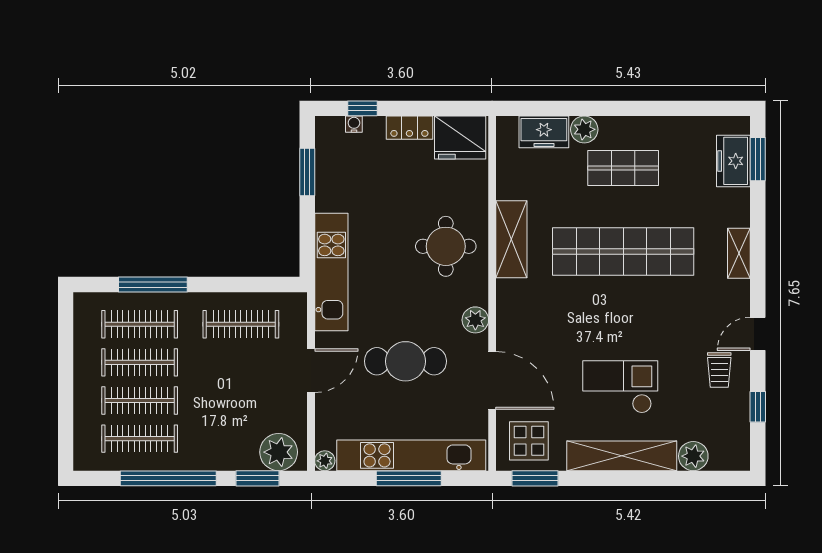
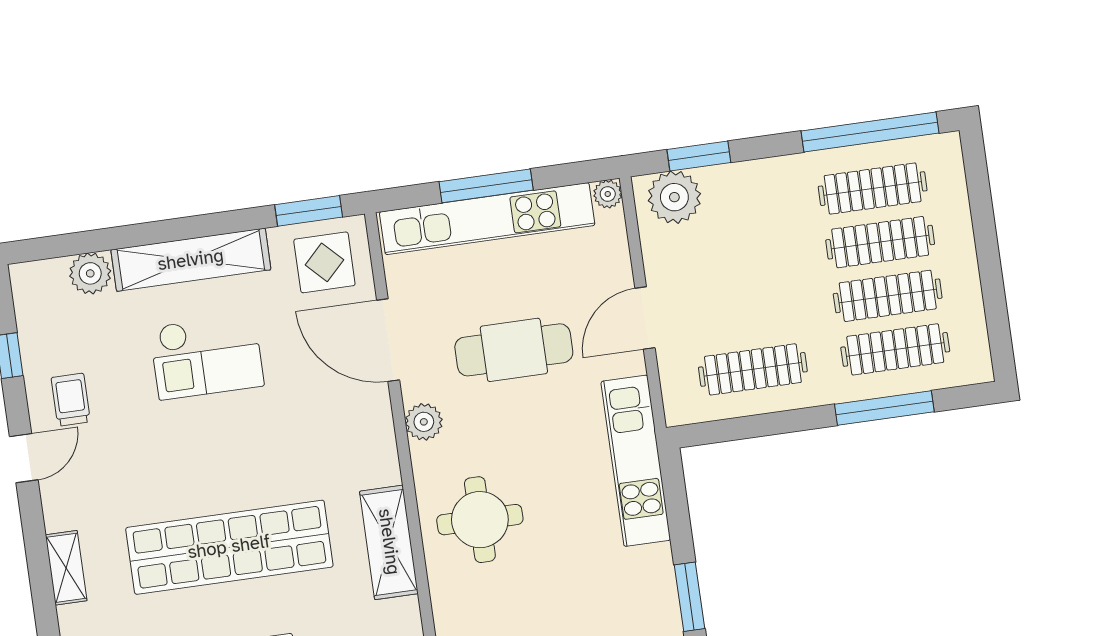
window: (168, 478) -> (870, 132), moved

